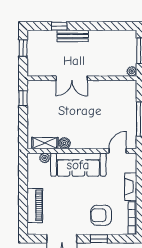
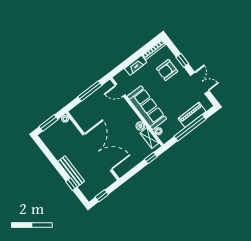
bench: (73, 36) -> (71, 171), width x1.36
double door: (72, 78) -> (97, 152), width x1.87
window: (23, 98) -> (151, 158), moved
window: (23, 193) -> (190, 128), added
armchair: (101, 215) -> (167, 70), turned 90

